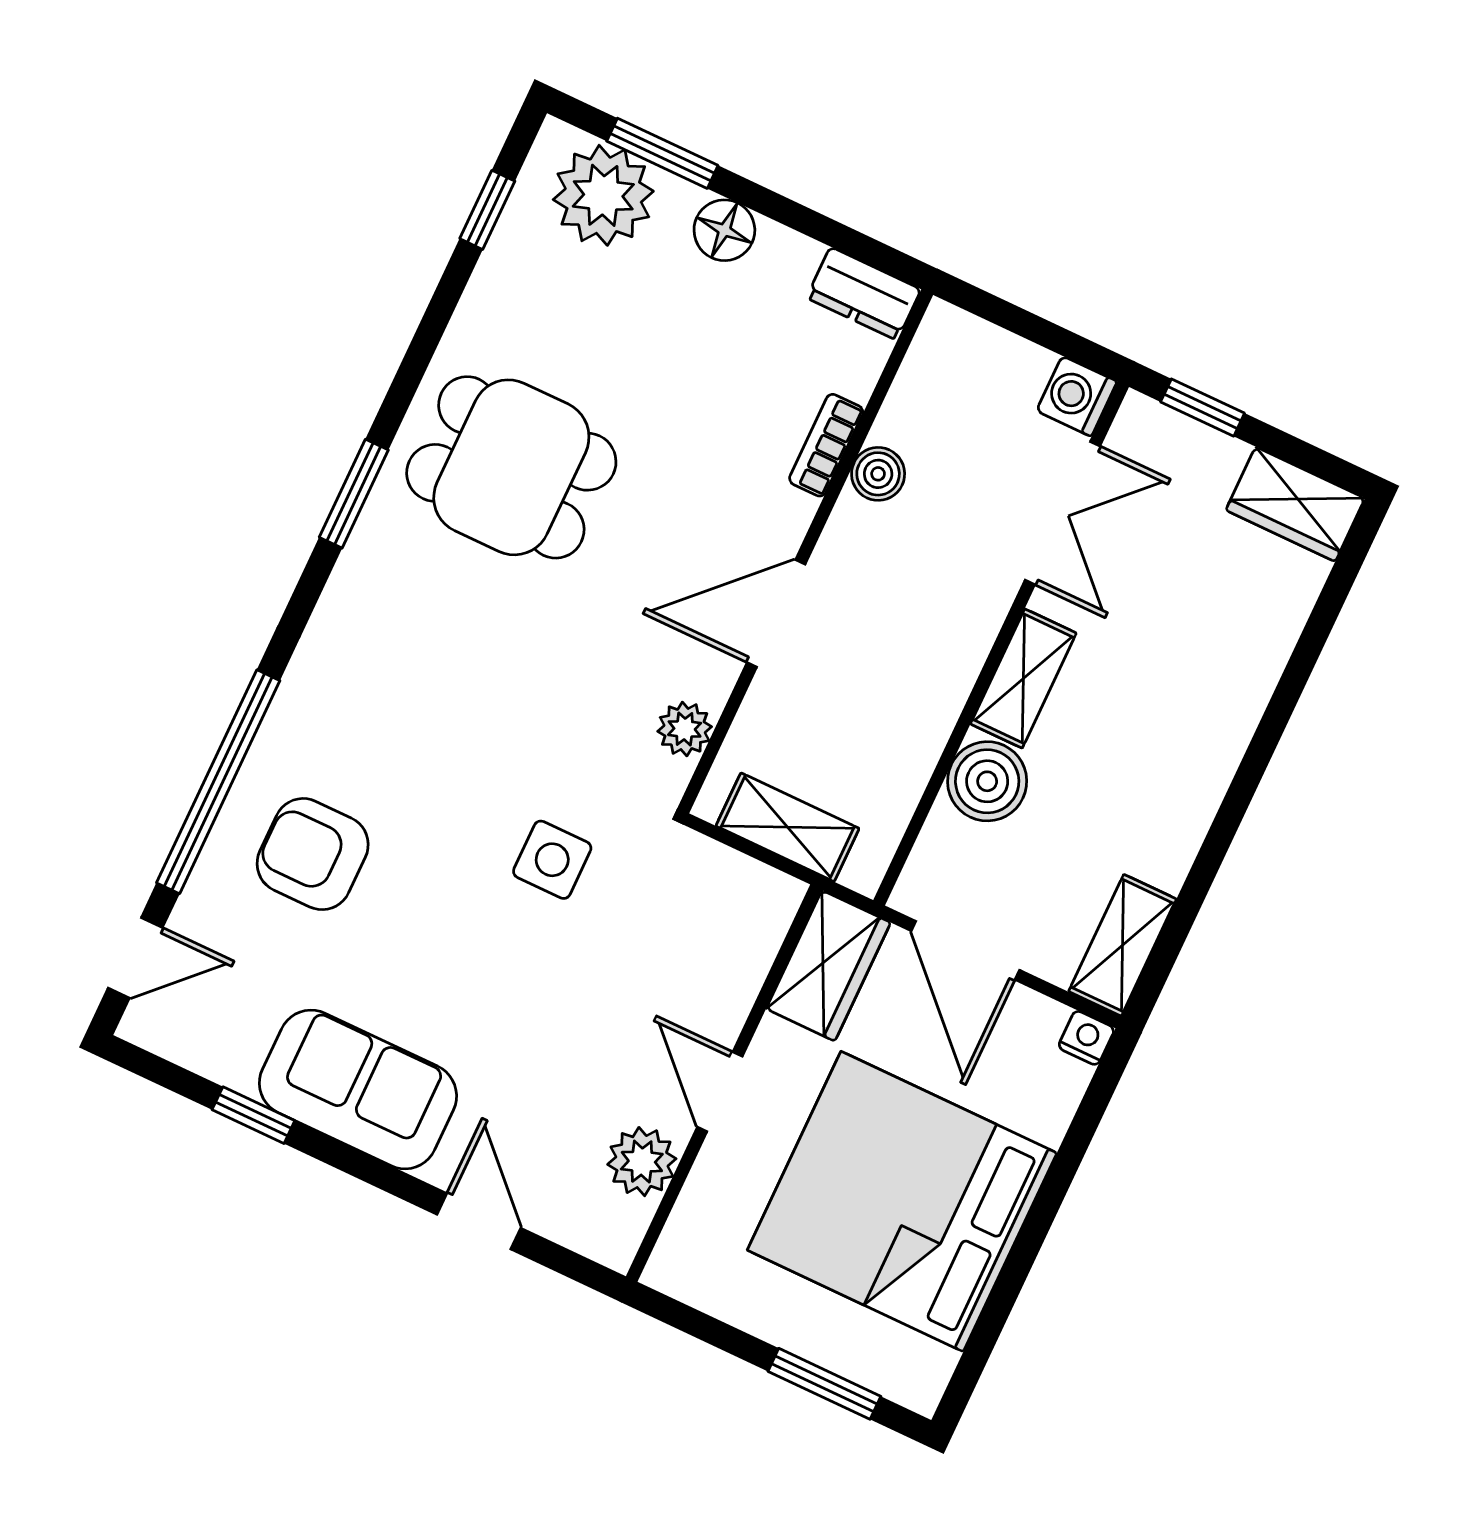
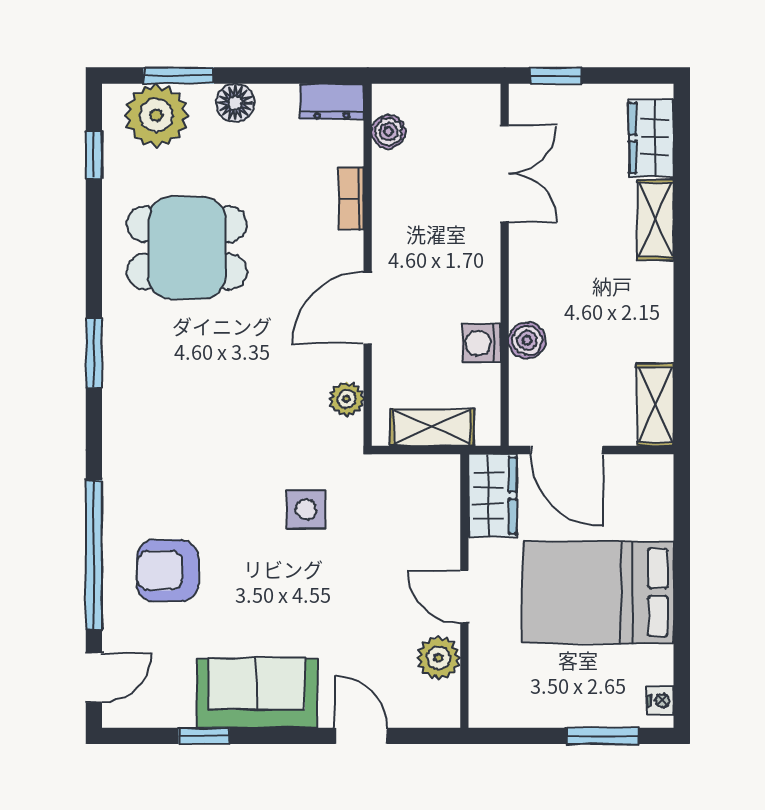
washing machine: (1077, 396) -> (481, 343), moved
dining table: (511, 467) -> (187, 248), moved
boiler: (878, 474) -> (389, 132), moved
wardrobe: (1295, 504) -> (652, 138), moved, turned 90
shelving: (1023, 679) -> (656, 220), moved
boiler: (987, 781) -> (527, 341), width x0.73, depth x0.73
nightstand: (1086, 1038) -> (660, 700), moved, turned 90
bed: (902, 1202) -> (598, 592), width x0.73

